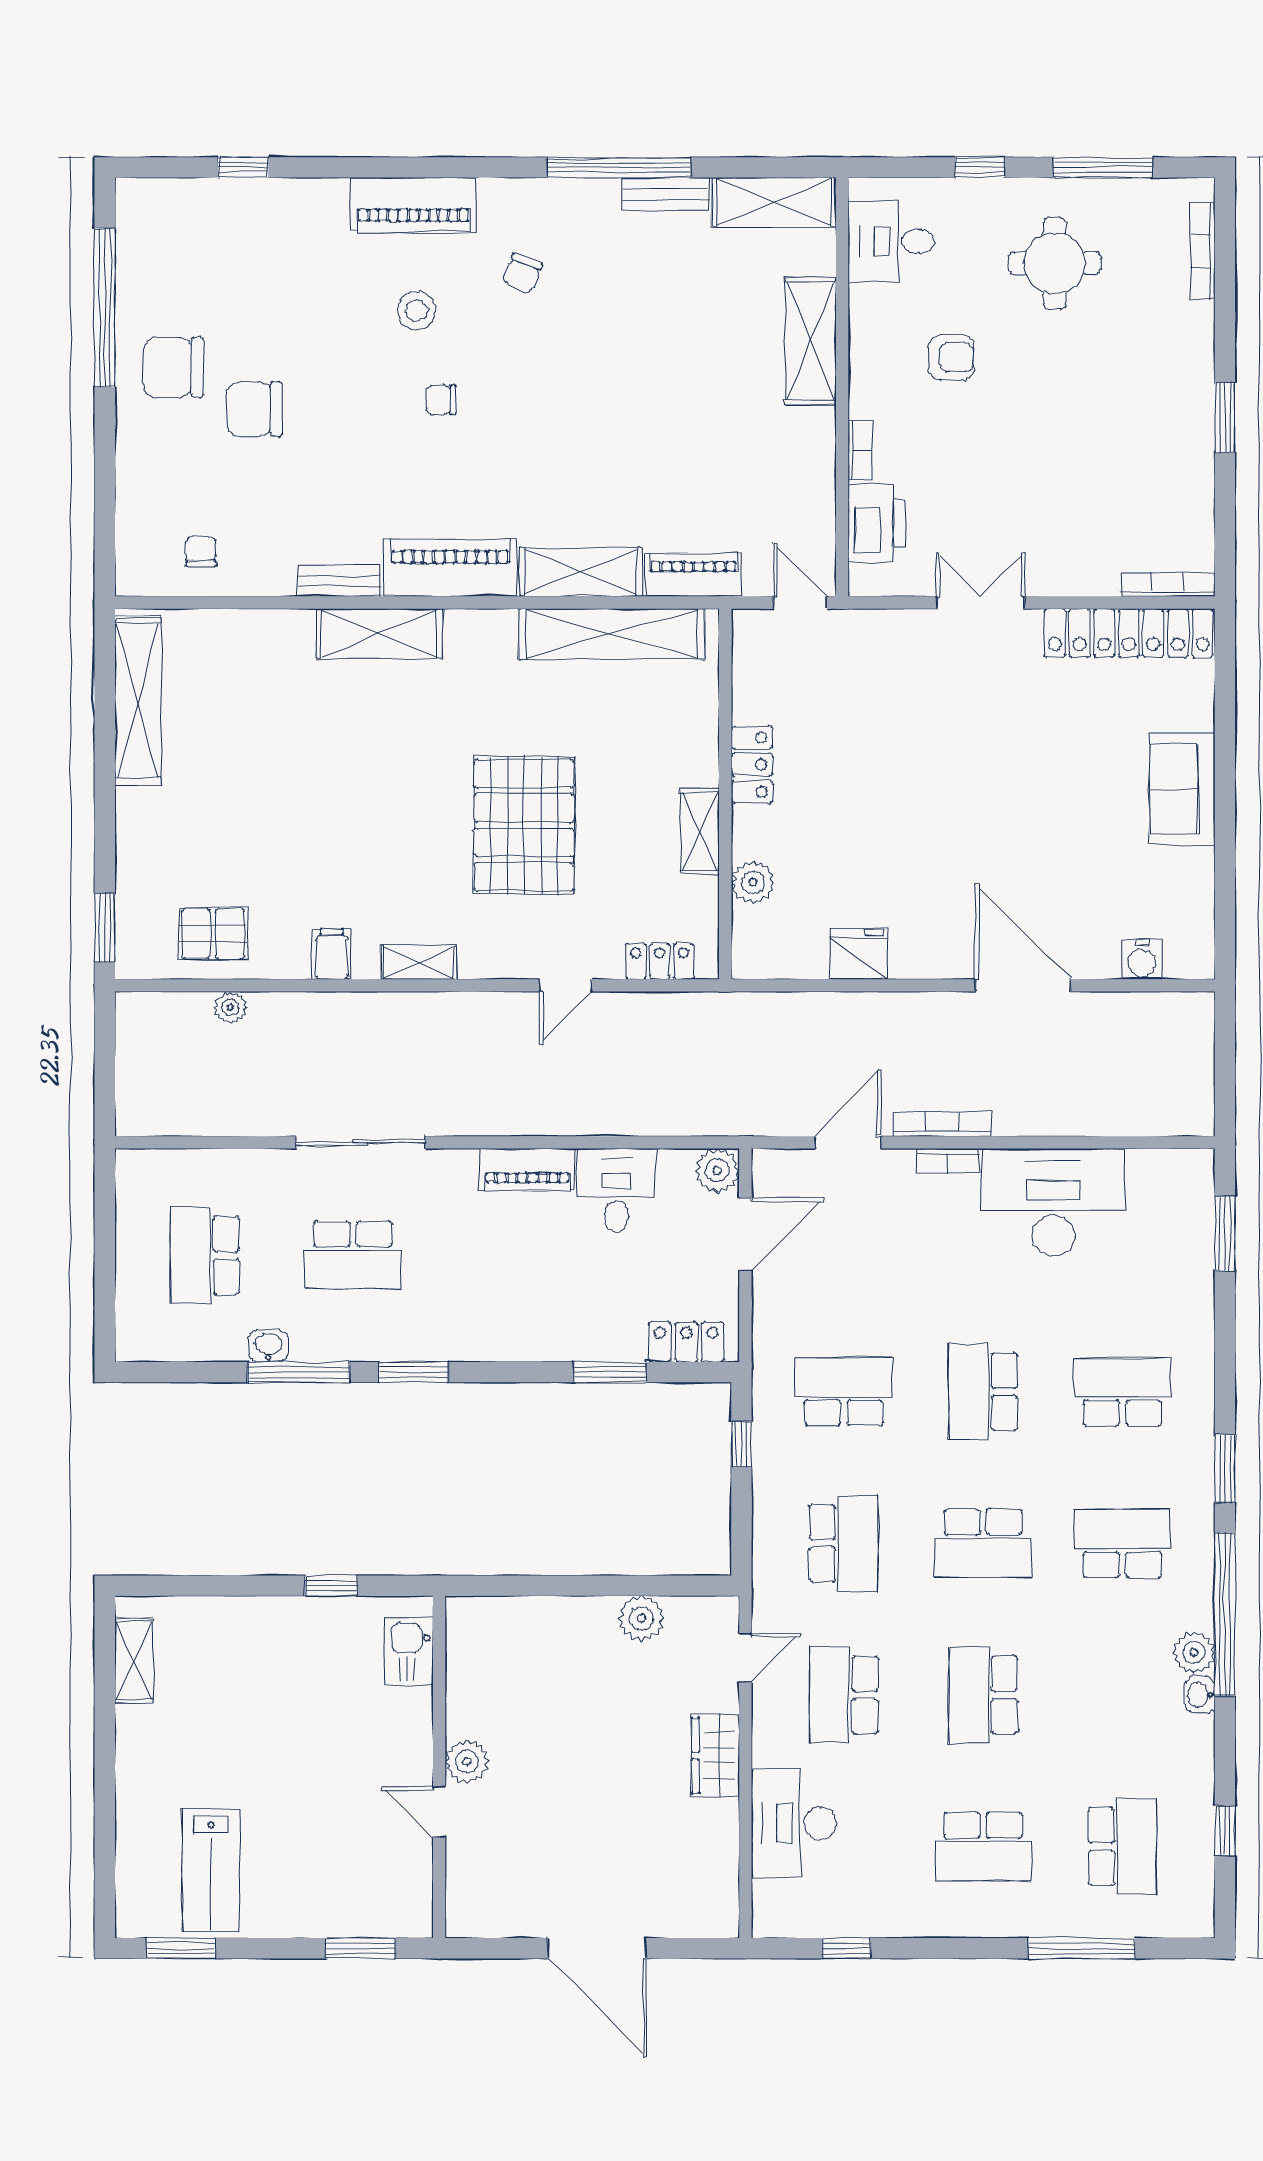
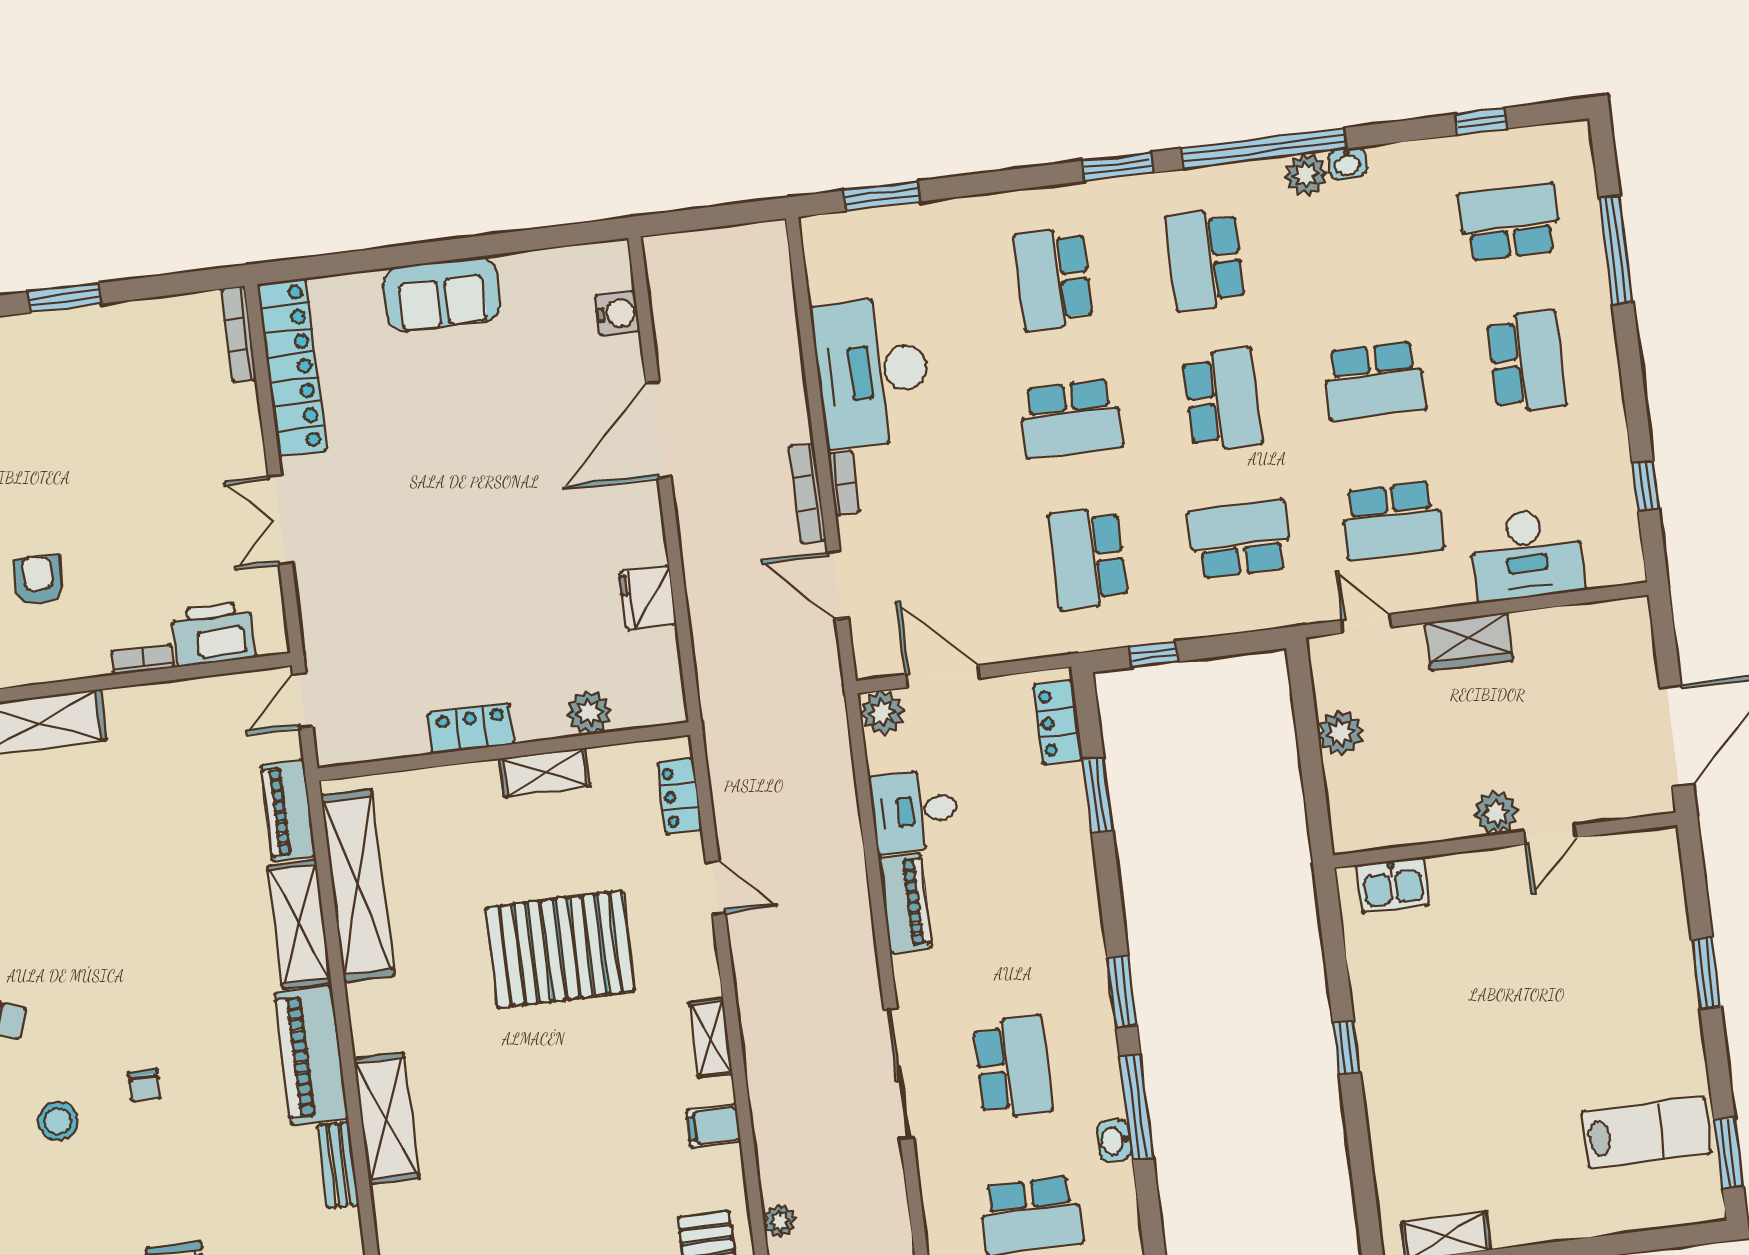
kitchen sink: (409, 1651) -> (1393, 885), moved
plant: (467, 1761) -> (1496, 813), moved
wall: (439, 1767) -> (1505, 840), moved
door: (439, 1812) -> (1550, 835), moved

